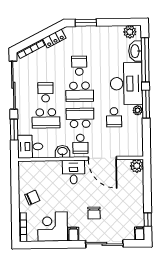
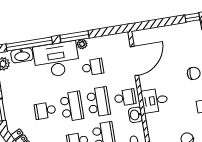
school desk: (80, 118) -> (98, 102), turned 180
door: (102, 158) -> (134, 61), moved
plant: (137, 166) -> (139, 37), removed

